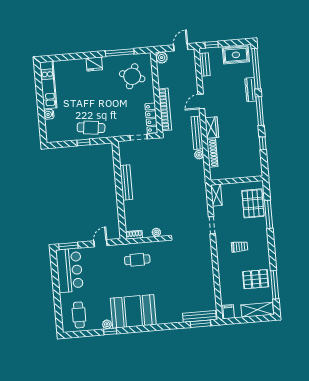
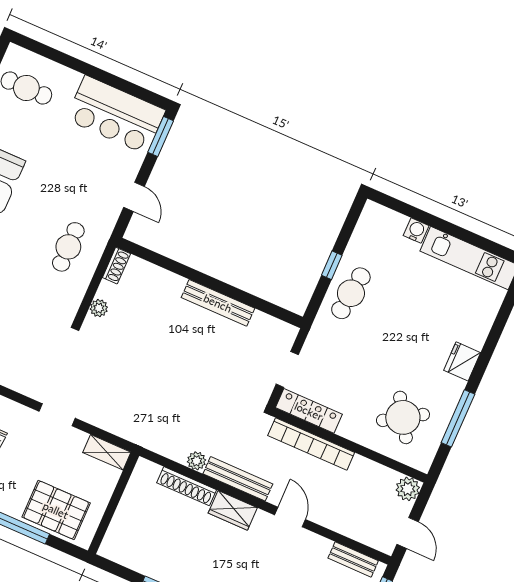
round table: (132, 76) -> (403, 417), turned 38

